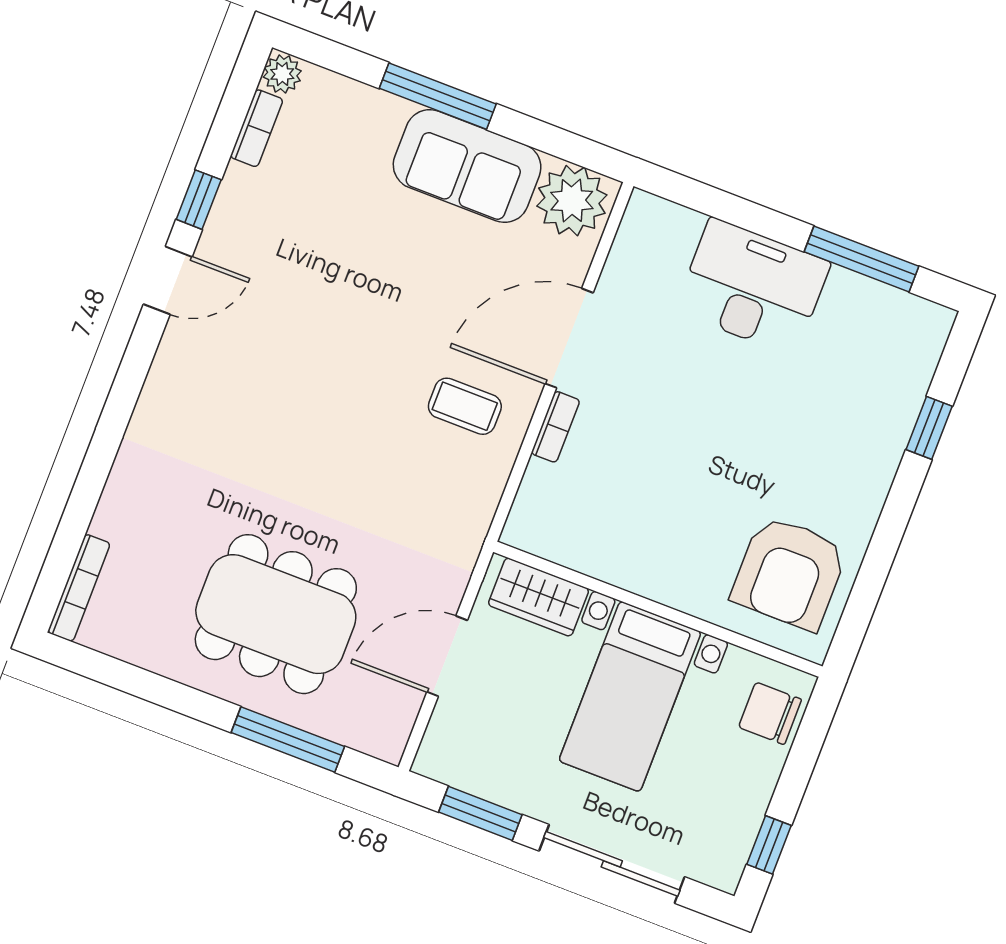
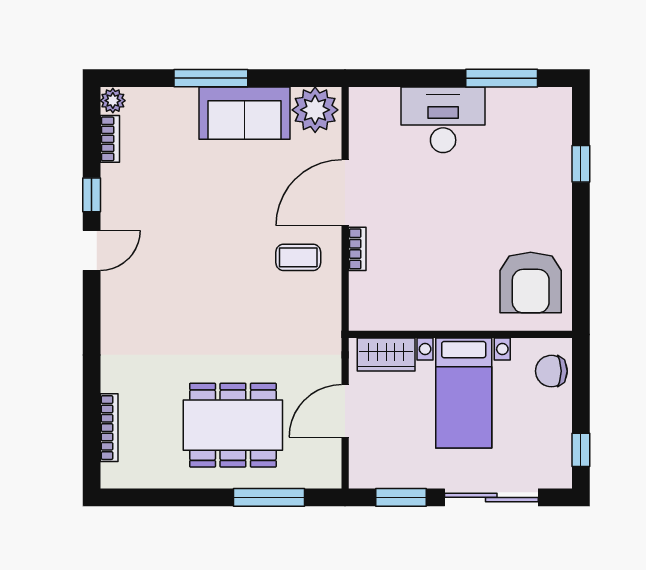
bookcase: (79, 588) -> (109, 428), moved

